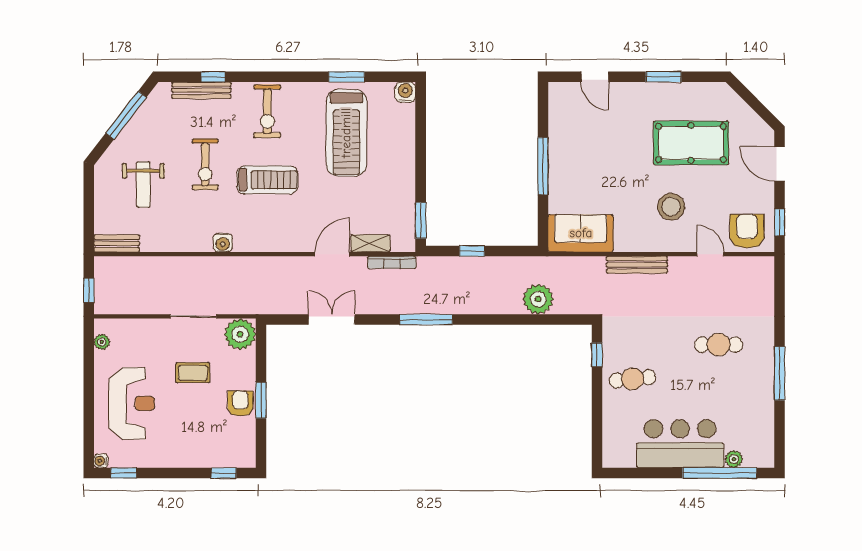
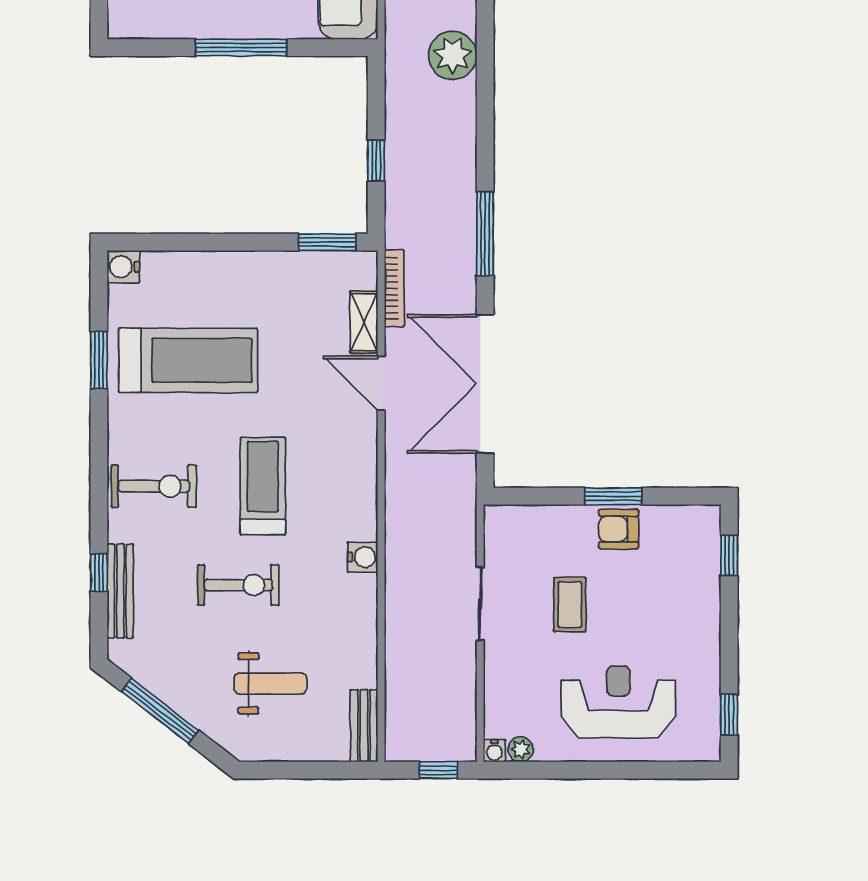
double door: (332, 319) -> (485, 384), width x1.87
plant: (240, 334) -> (508, 530), removed
water cooler: (101, 461) -> (494, 751), moved

